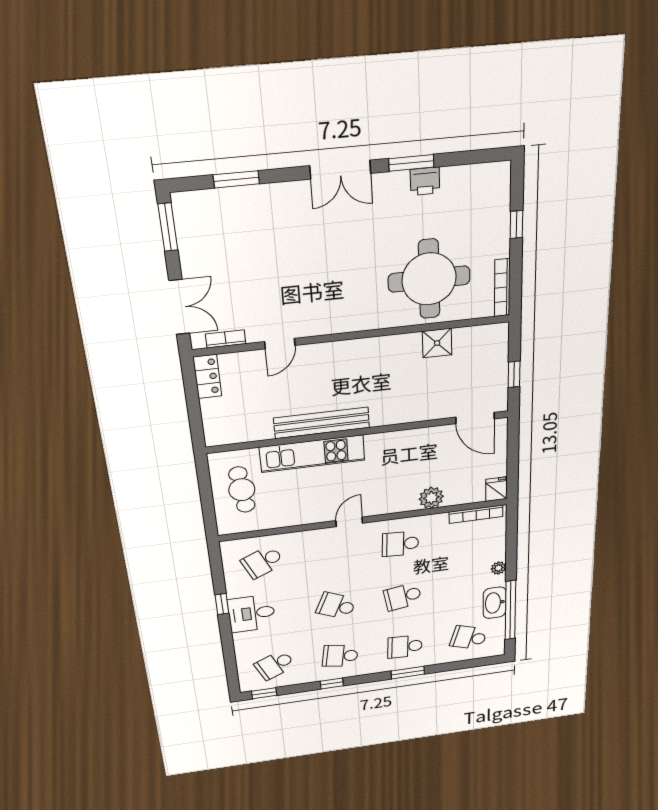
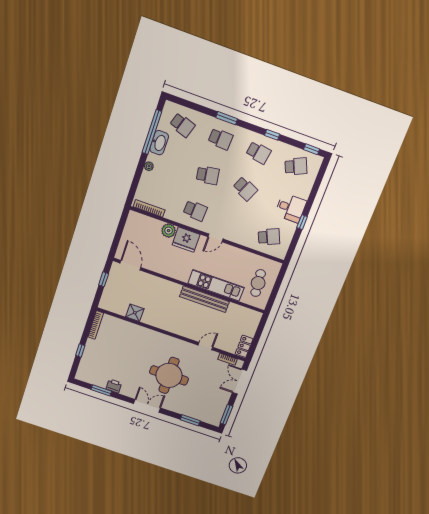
window: (411, 163) -> (101, 390), moved
round table: (429, 279) -> (169, 375), moved
fridge: (496, 489) -> (186, 240), moved, width x1.88, depth x1.34

